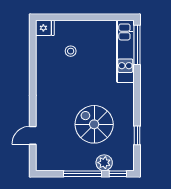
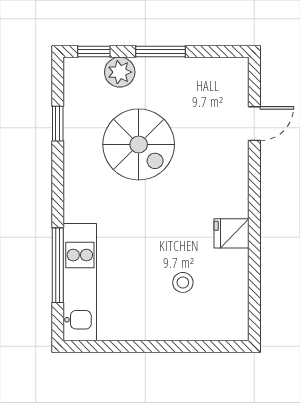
fridge: (45, 28) -> (231, 233), moved
window: (137, 45) -> (58, 265), moved
window: (83, 174) -> (160, 51), width x0.69

